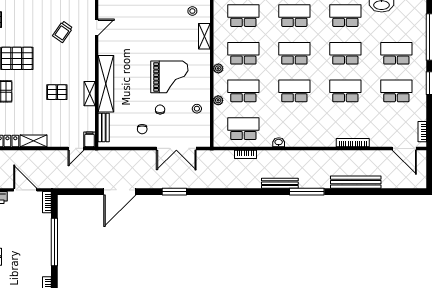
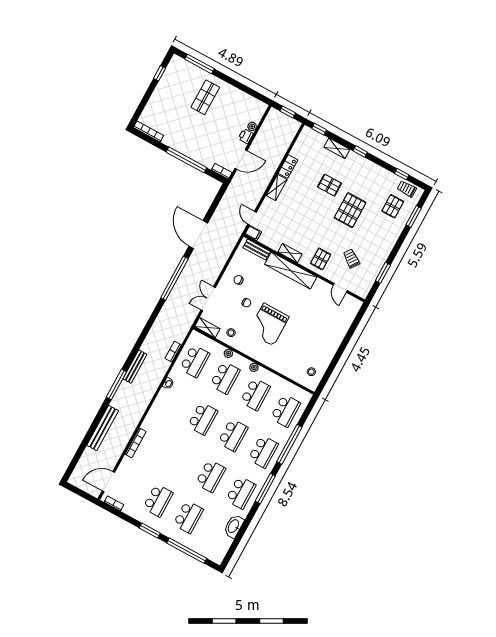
shelving: (204, 36) -> (207, 328), moved
school desk: (345, 91) -> (180, 460), removed
pallet: (57, 92) -> (321, 259), moved
double door: (176, 148) -> (208, 299), width x0.73
window: (174, 192) -> (174, 278), width x2.11

